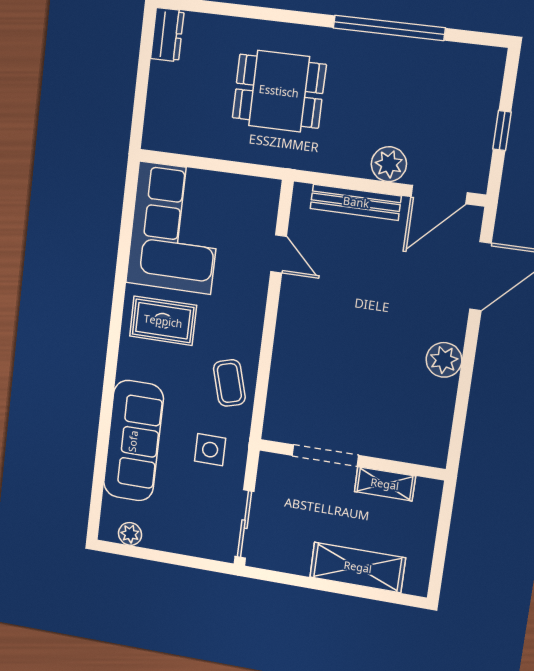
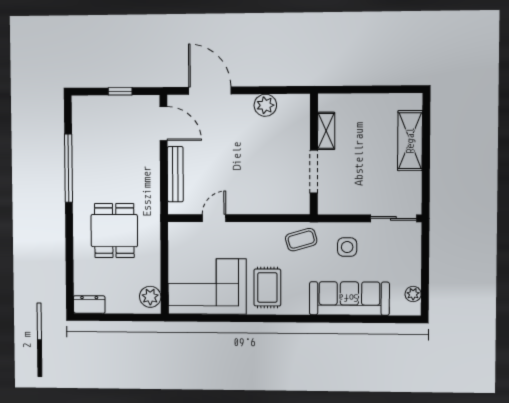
plant: (389, 164) -> (150, 297), moved
doorway: (325, 455) -> (314, 172), moved
wall: (352, 460) -> (314, 154), moved
shelving: (385, 484) -> (326, 131), moved

